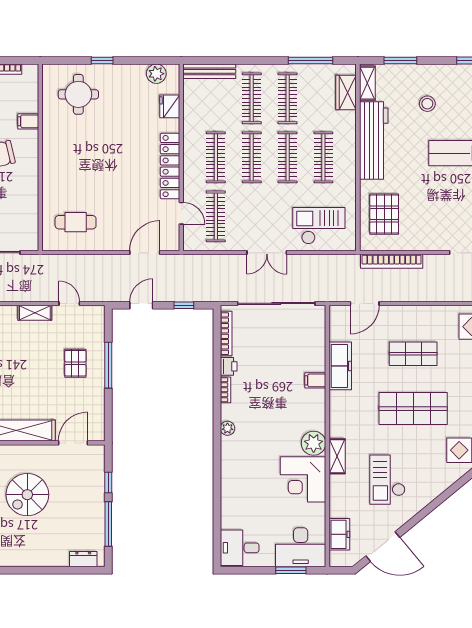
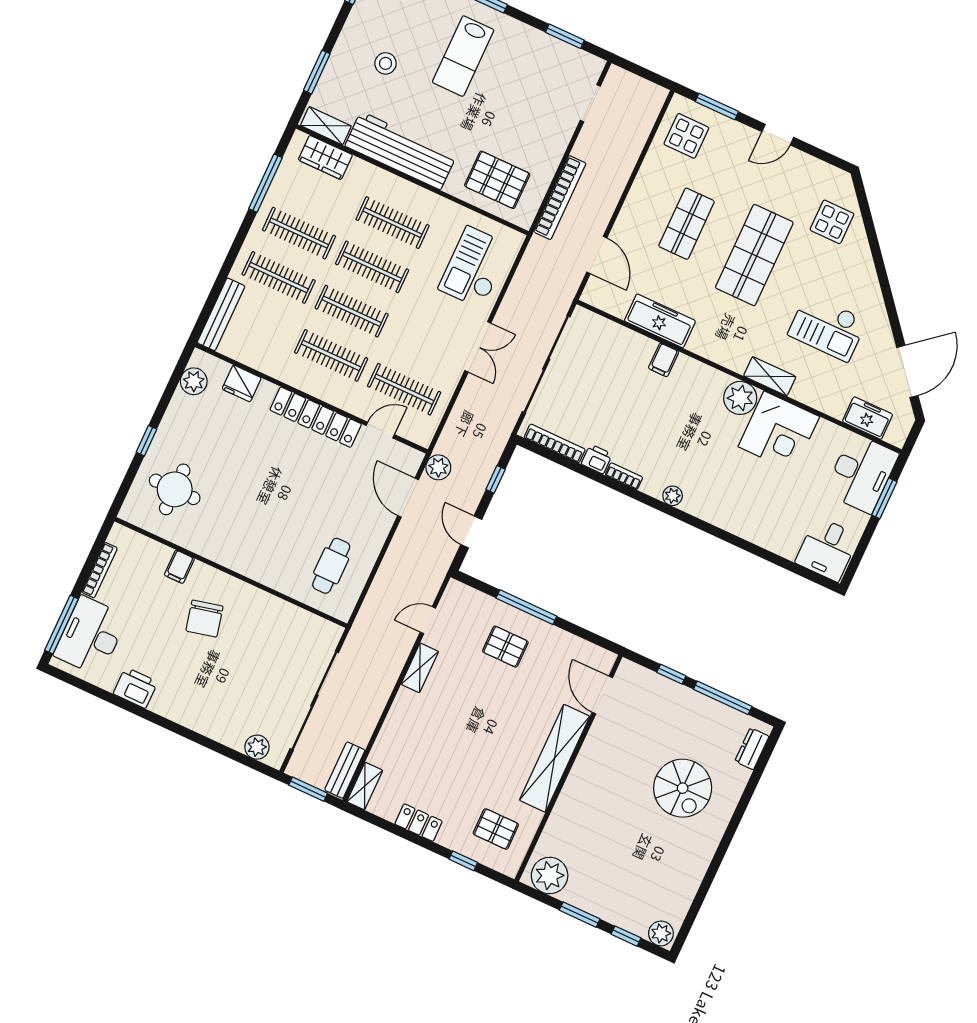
plant: (174, 263) -> (438, 467), added
spiral stairs: (27, 495) -> (683, 788), moved

